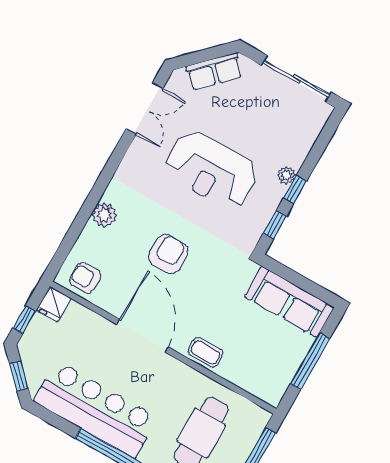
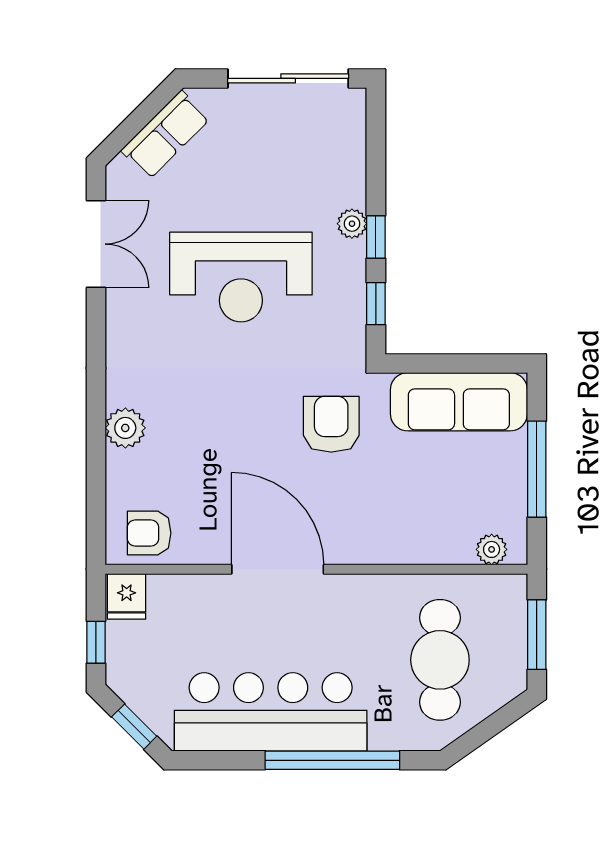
armchair: (168, 254) -> (331, 424), moved
coffee table: (206, 352) -> (381, 541), removed
plant: (262, 390) -> (492, 549), added

